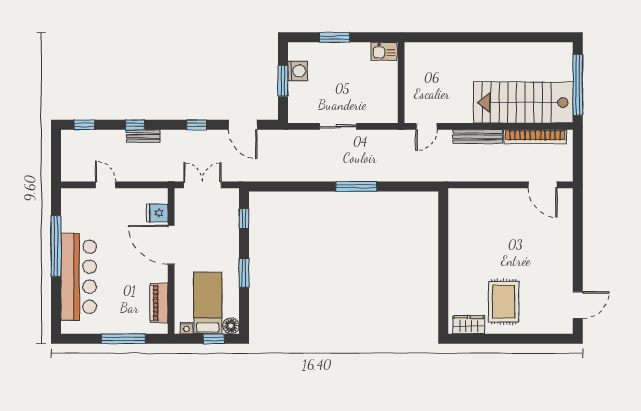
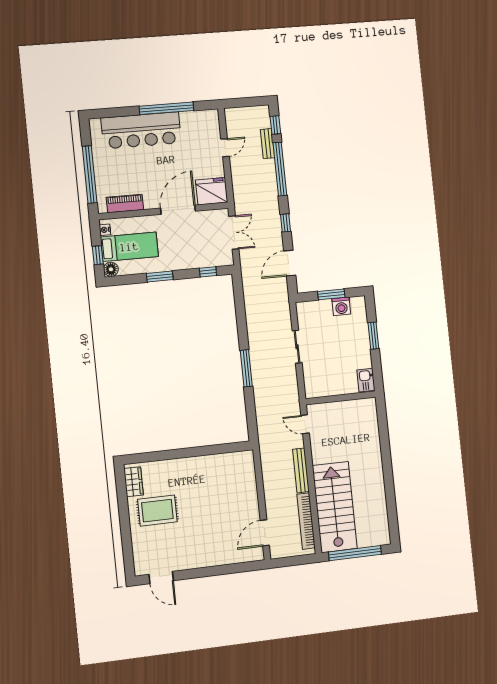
window: (135, 125) -> (280, 169), width x3.17
bench: (143, 136) -> (267, 144), moved
fridge: (157, 213) -> (212, 191), width x1.88, depth x1.34
window: (123, 339) -> (90, 174), width x1.46

